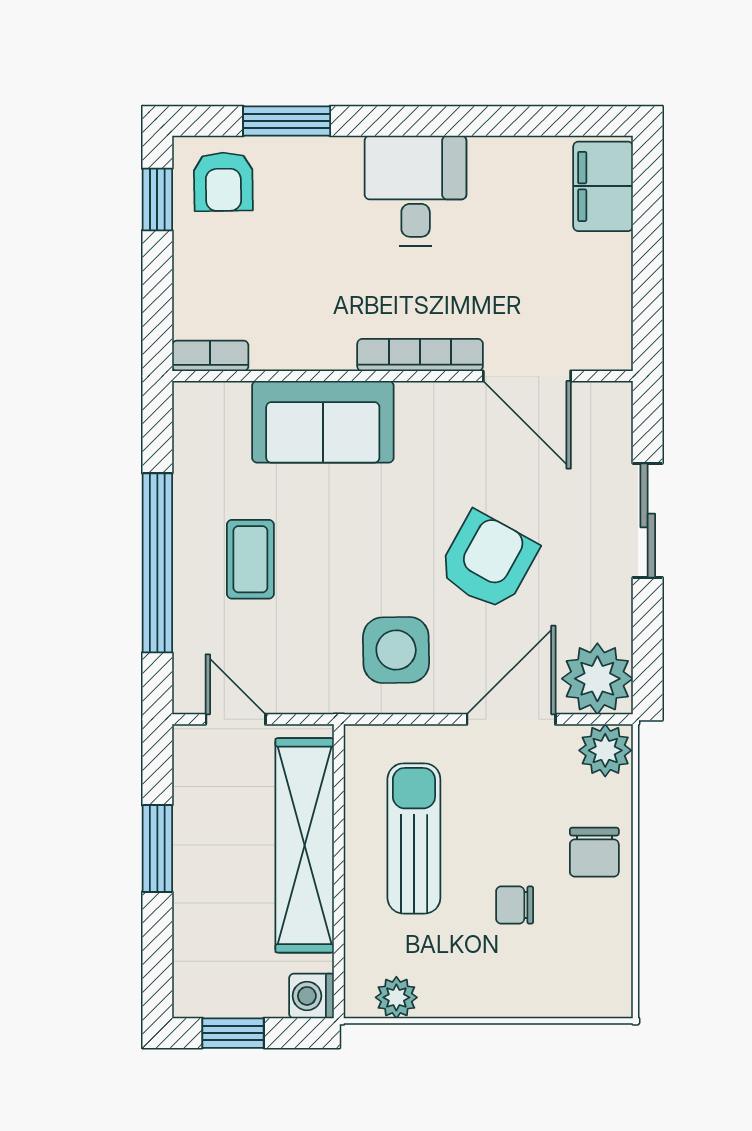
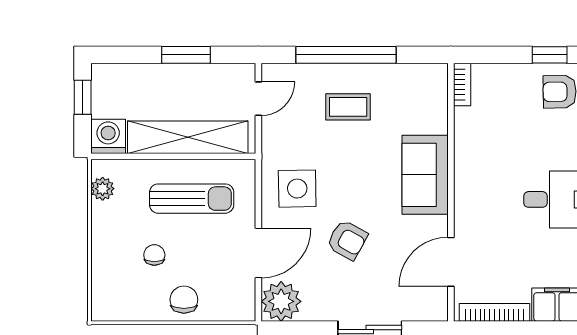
bookcase: (420, 355) -> (495, 312), moved, turned -90
sofa: (323, 422) -> (425, 175), moved
armchair: (488, 561) -> (347, 240), width x0.72, depth x0.72
door: (511, 719) -> (258, 253), hinge flipped
plant: (605, 750) -> (241, 306), removed
chair: (594, 852) -> (184, 300), turned 90
washing machine: (311, 996) -> (108, 136), width x1.38, depth x1.38

